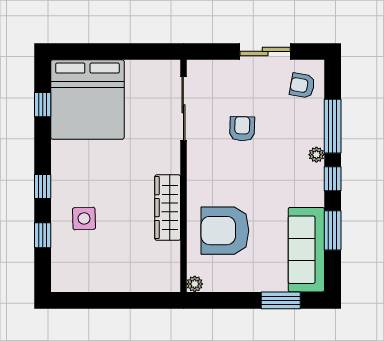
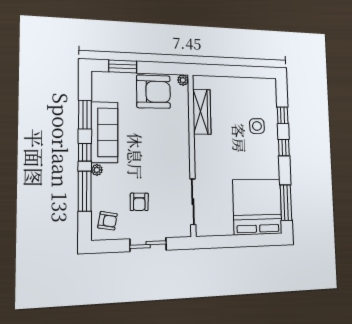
sliding door: (265, 51) -> (148, 245), moved
window: (43, 105) -> (286, 203), width x2.17
armchair: (242, 129) -> (139, 202), moved
wardrobe: (168, 208) -> (202, 112), moved
armchair: (225, 231) -> (153, 92), moved
sofa: (306, 250) -> (104, 132), moved

